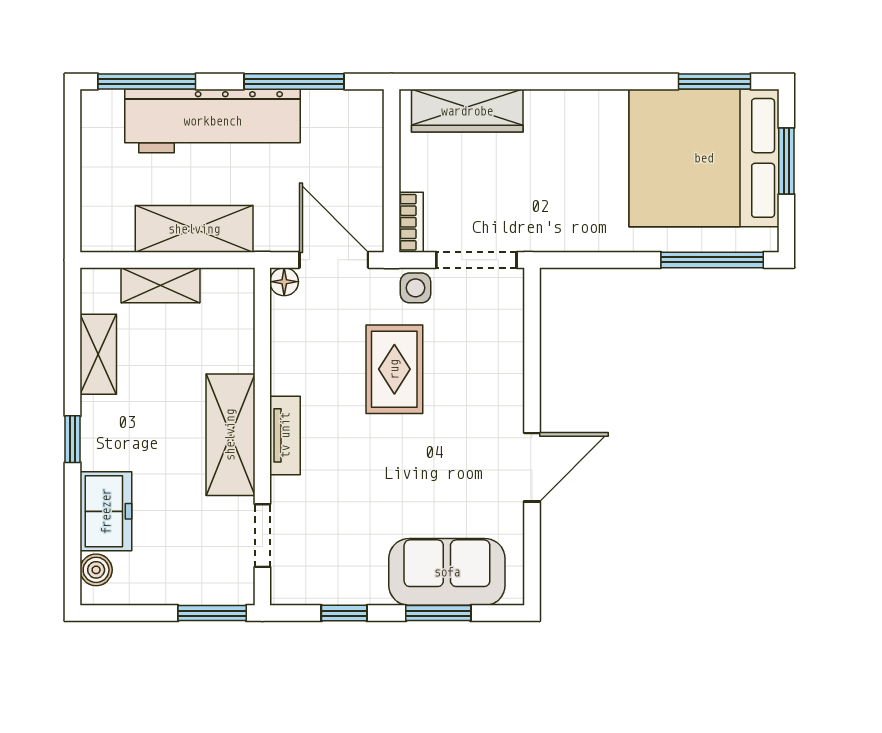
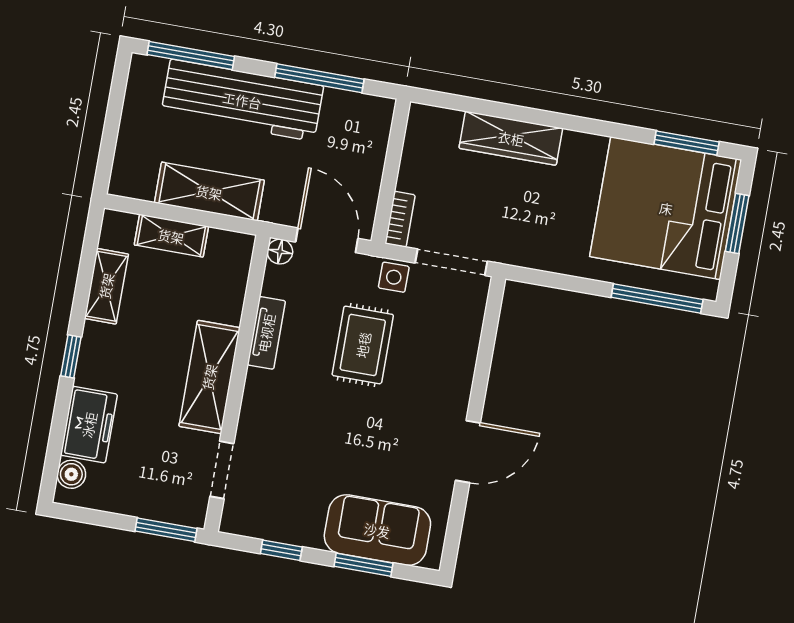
wardrobe: (467, 111) -> (511, 138), moved
tv unit: (285, 435) -> (266, 333), moved

